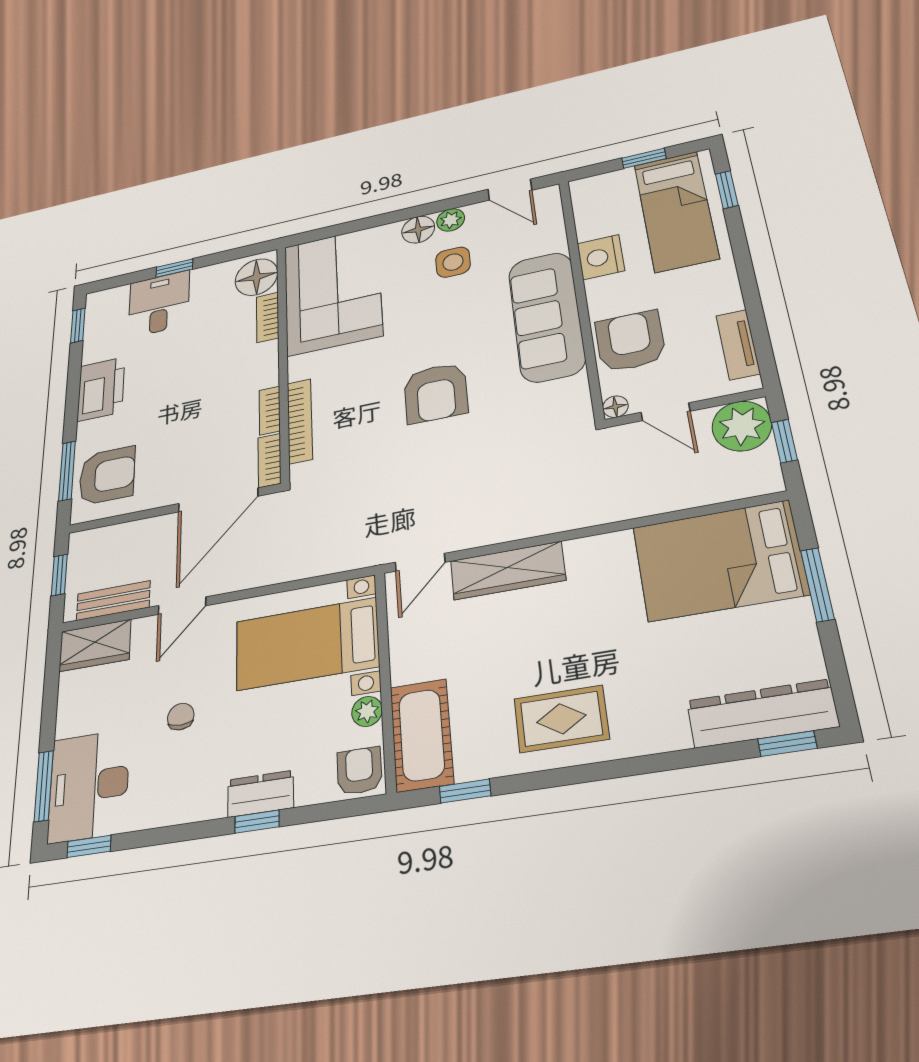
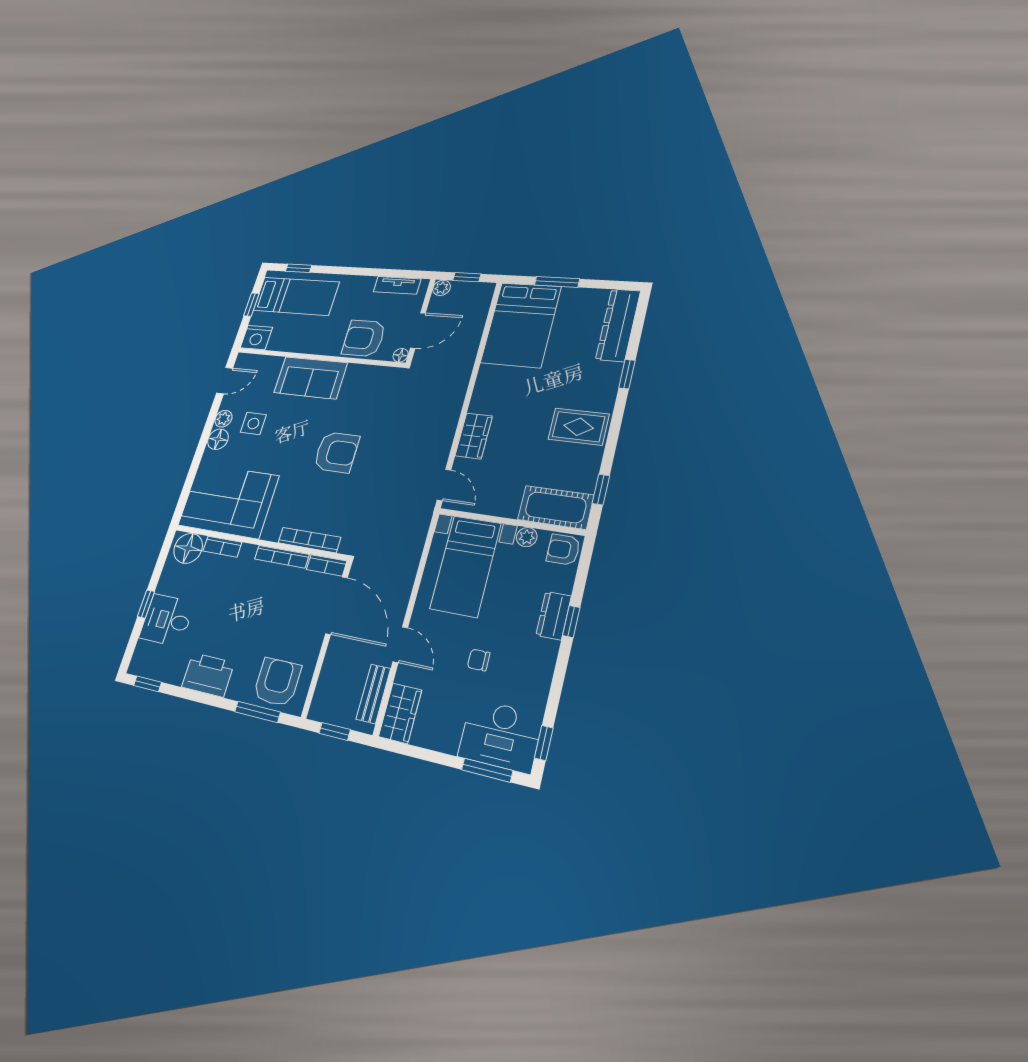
nightstand: (601, 257) -> (256, 338), moved
sofa: (546, 316) -> (310, 378), width x0.73
bookcase: (270, 411) -> (282, 557), width x1.56
door: (665, 412) -> (418, 330), width x1.38
plant: (742, 426) -> (442, 288), width x0.53, depth x0.53
wardrobe: (508, 571) -> (474, 436), width x0.67
rug: (561, 719) -> (579, 427), turned 90
window: (787, 744) -> (627, 374), moved

